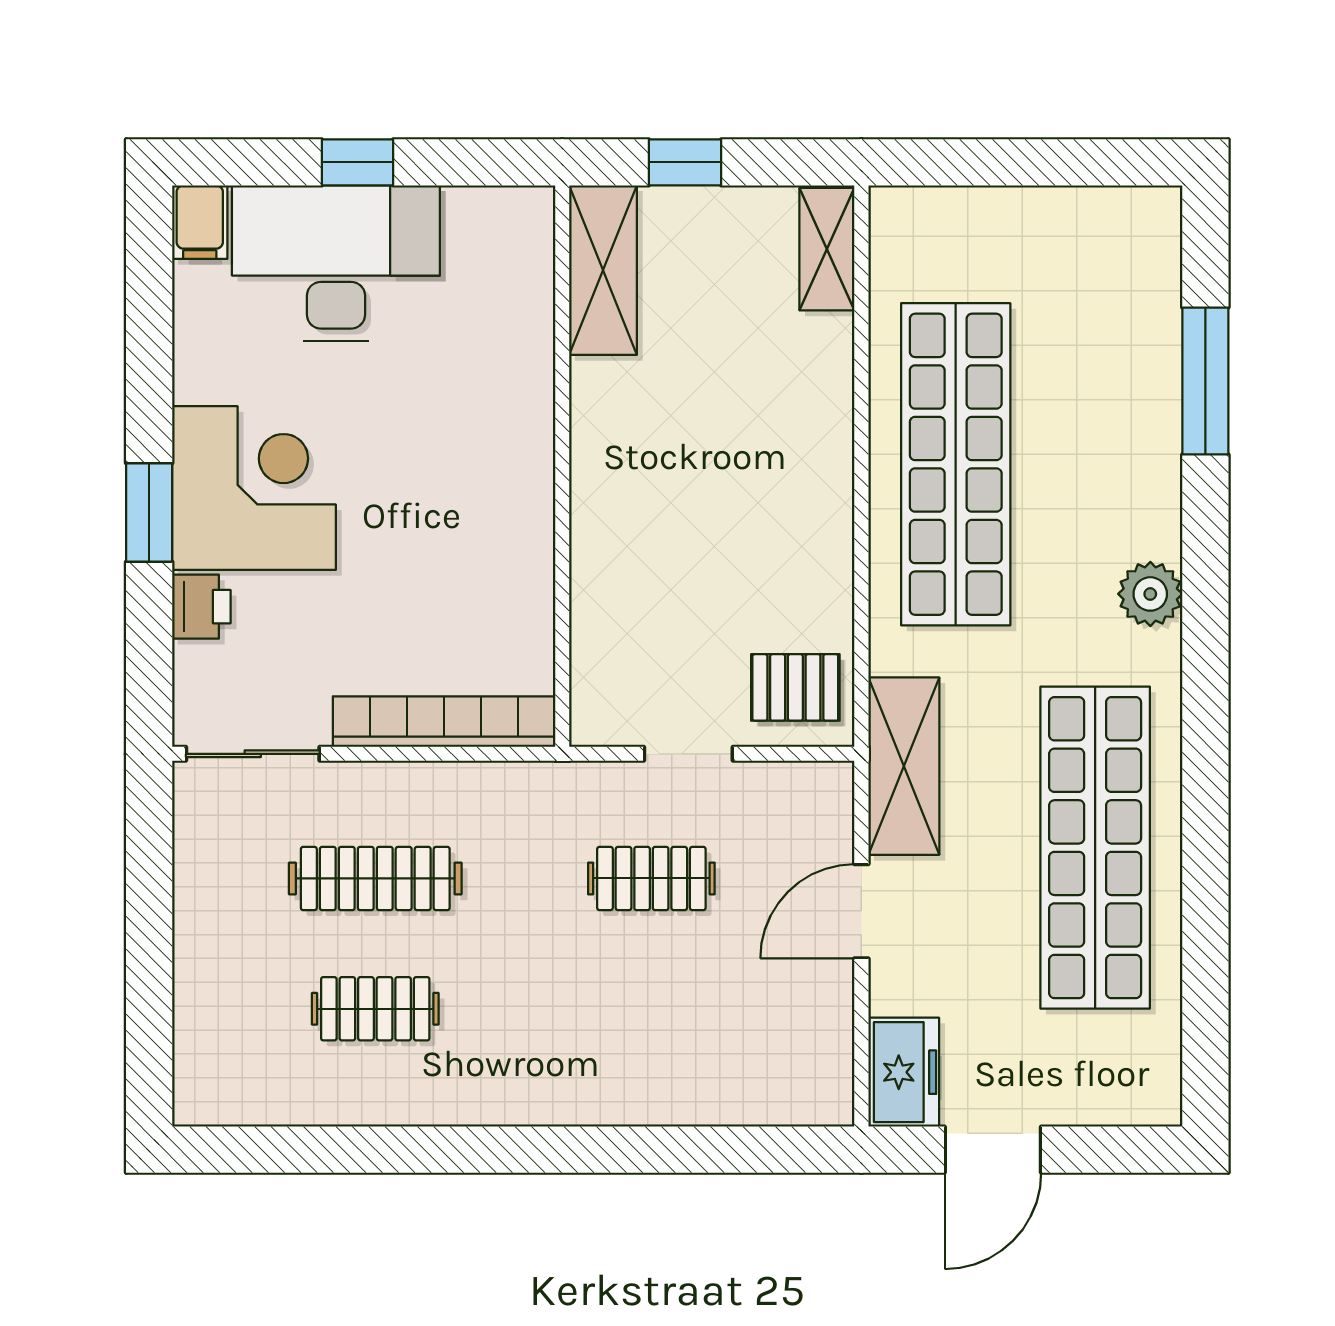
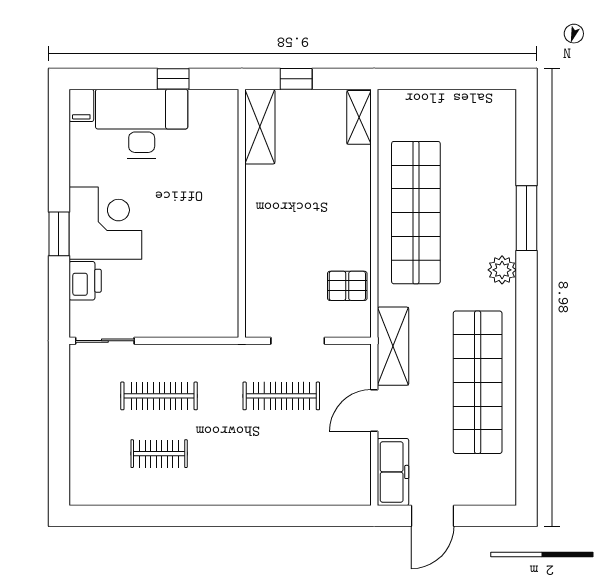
window: (357, 162) -> (173, 79), moved
window: (1205, 381) -> (526, 218), moved
printer: (201, 607) -> (85, 281), width x1.36, depth x1.24
pallet: (795, 687) -> (347, 286), moved
bookcase: (444, 722) -> (189, 326), removed
doorway: (688, 754) -> (298, 341), width x1.38
clothes rail: (651, 878) -> (281, 396), width x1.36
freezer: (904, 1072) -> (393, 472), width x1.40

